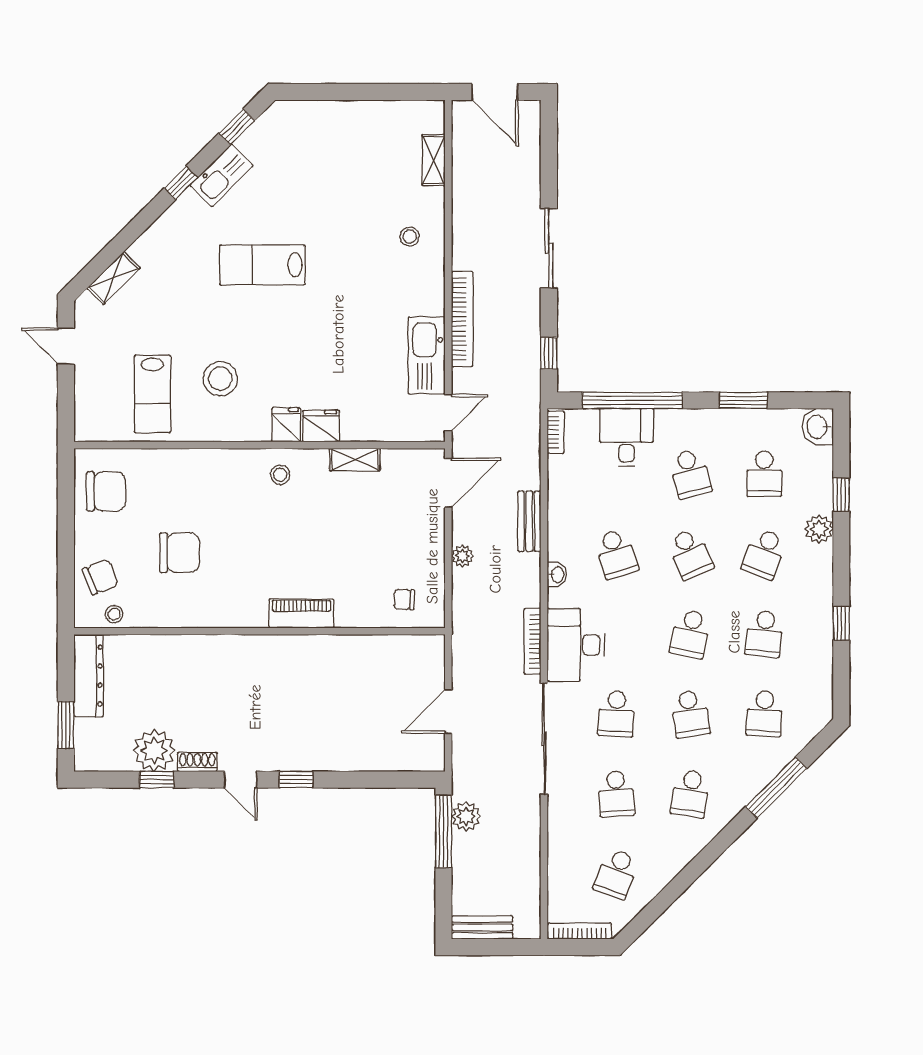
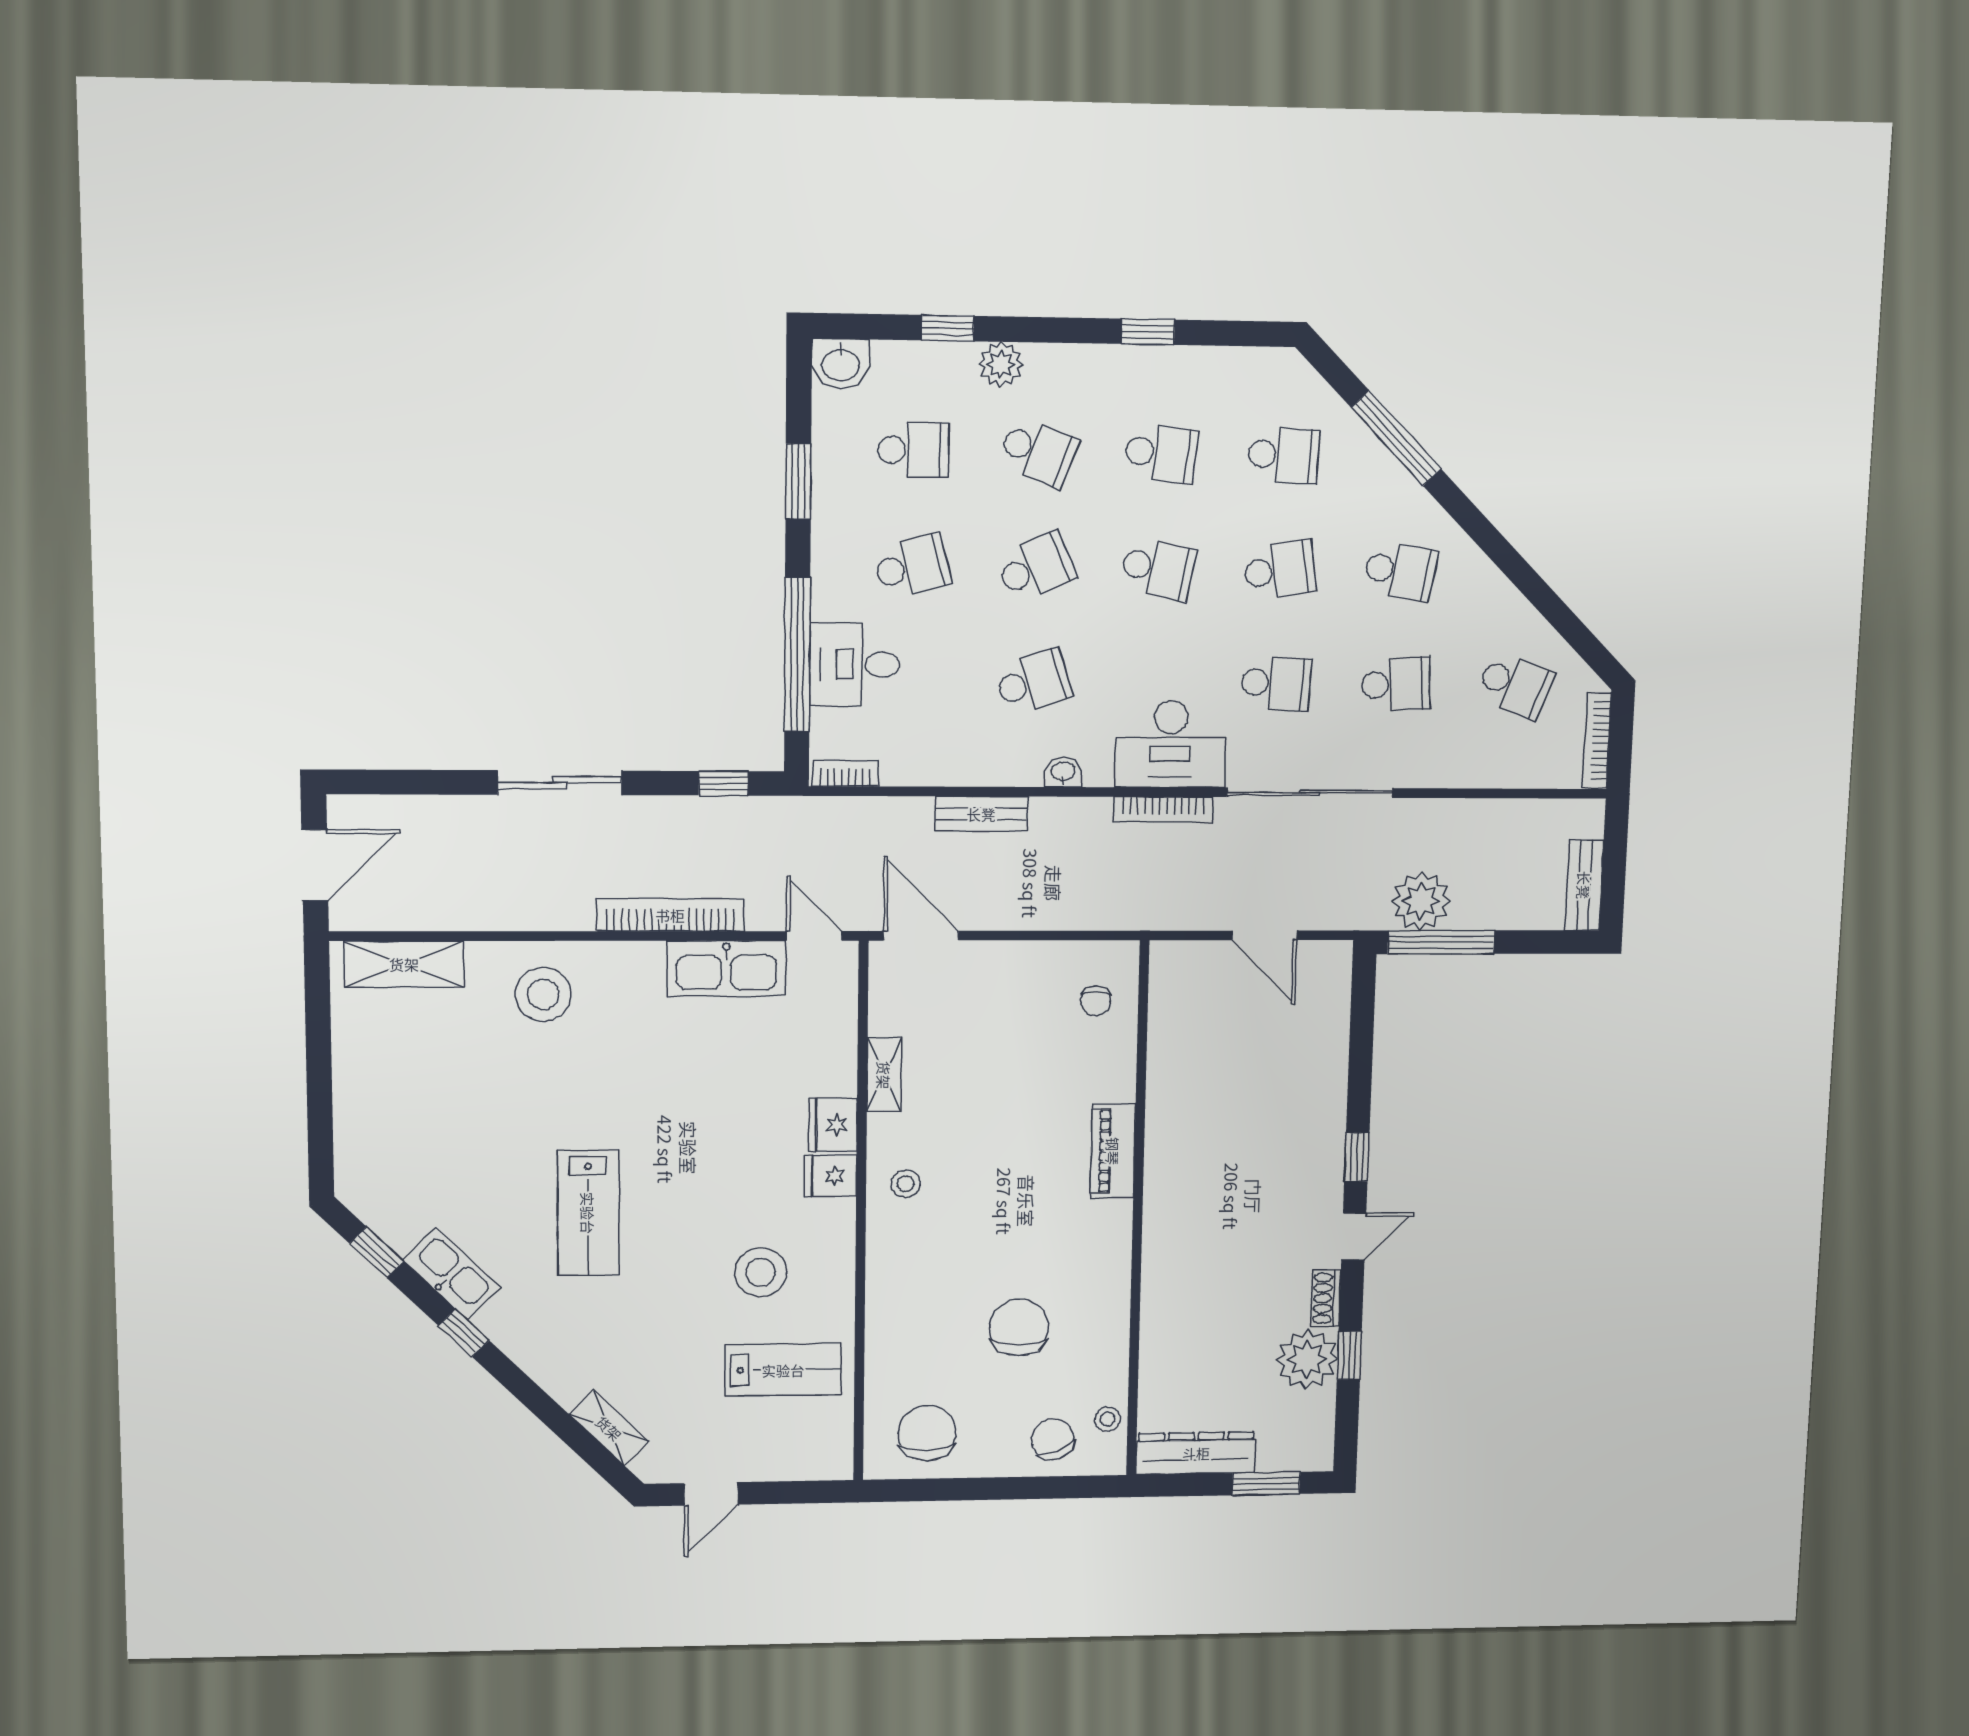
shelving: (434, 160) -> (404, 964), width x1.50, depth x1.33
stool: (410, 237) -> (543, 994), width x1.89, depth x1.89
plant: (462, 556) -> (1032, 915), removed
plant: (466, 816) -> (1421, 901), width x1.36, depth x1.36

